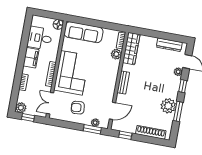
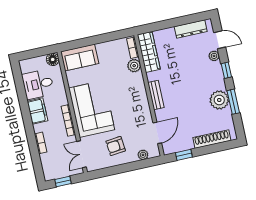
sofa: (84, 32) -> (80, 58), width x0.73
plant: (21, 108) -> (50, 174), removed
window: (92, 129) -> (143, 164), removed

